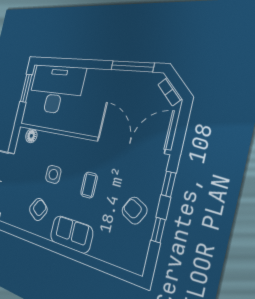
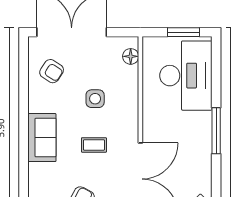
window: (132, 66) -> (216, 131), moved
armchair: (38, 209) -> (52, 71), moved

